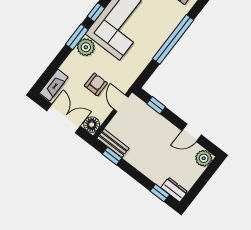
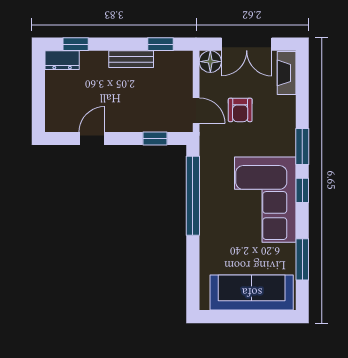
window: (173, 39) -> (193, 196), moved
plant: (86, 47) -> (283, 143), removed
bench: (113, 143) -> (131, 59), moved
plant: (204, 158) -> (56, 121), removed

